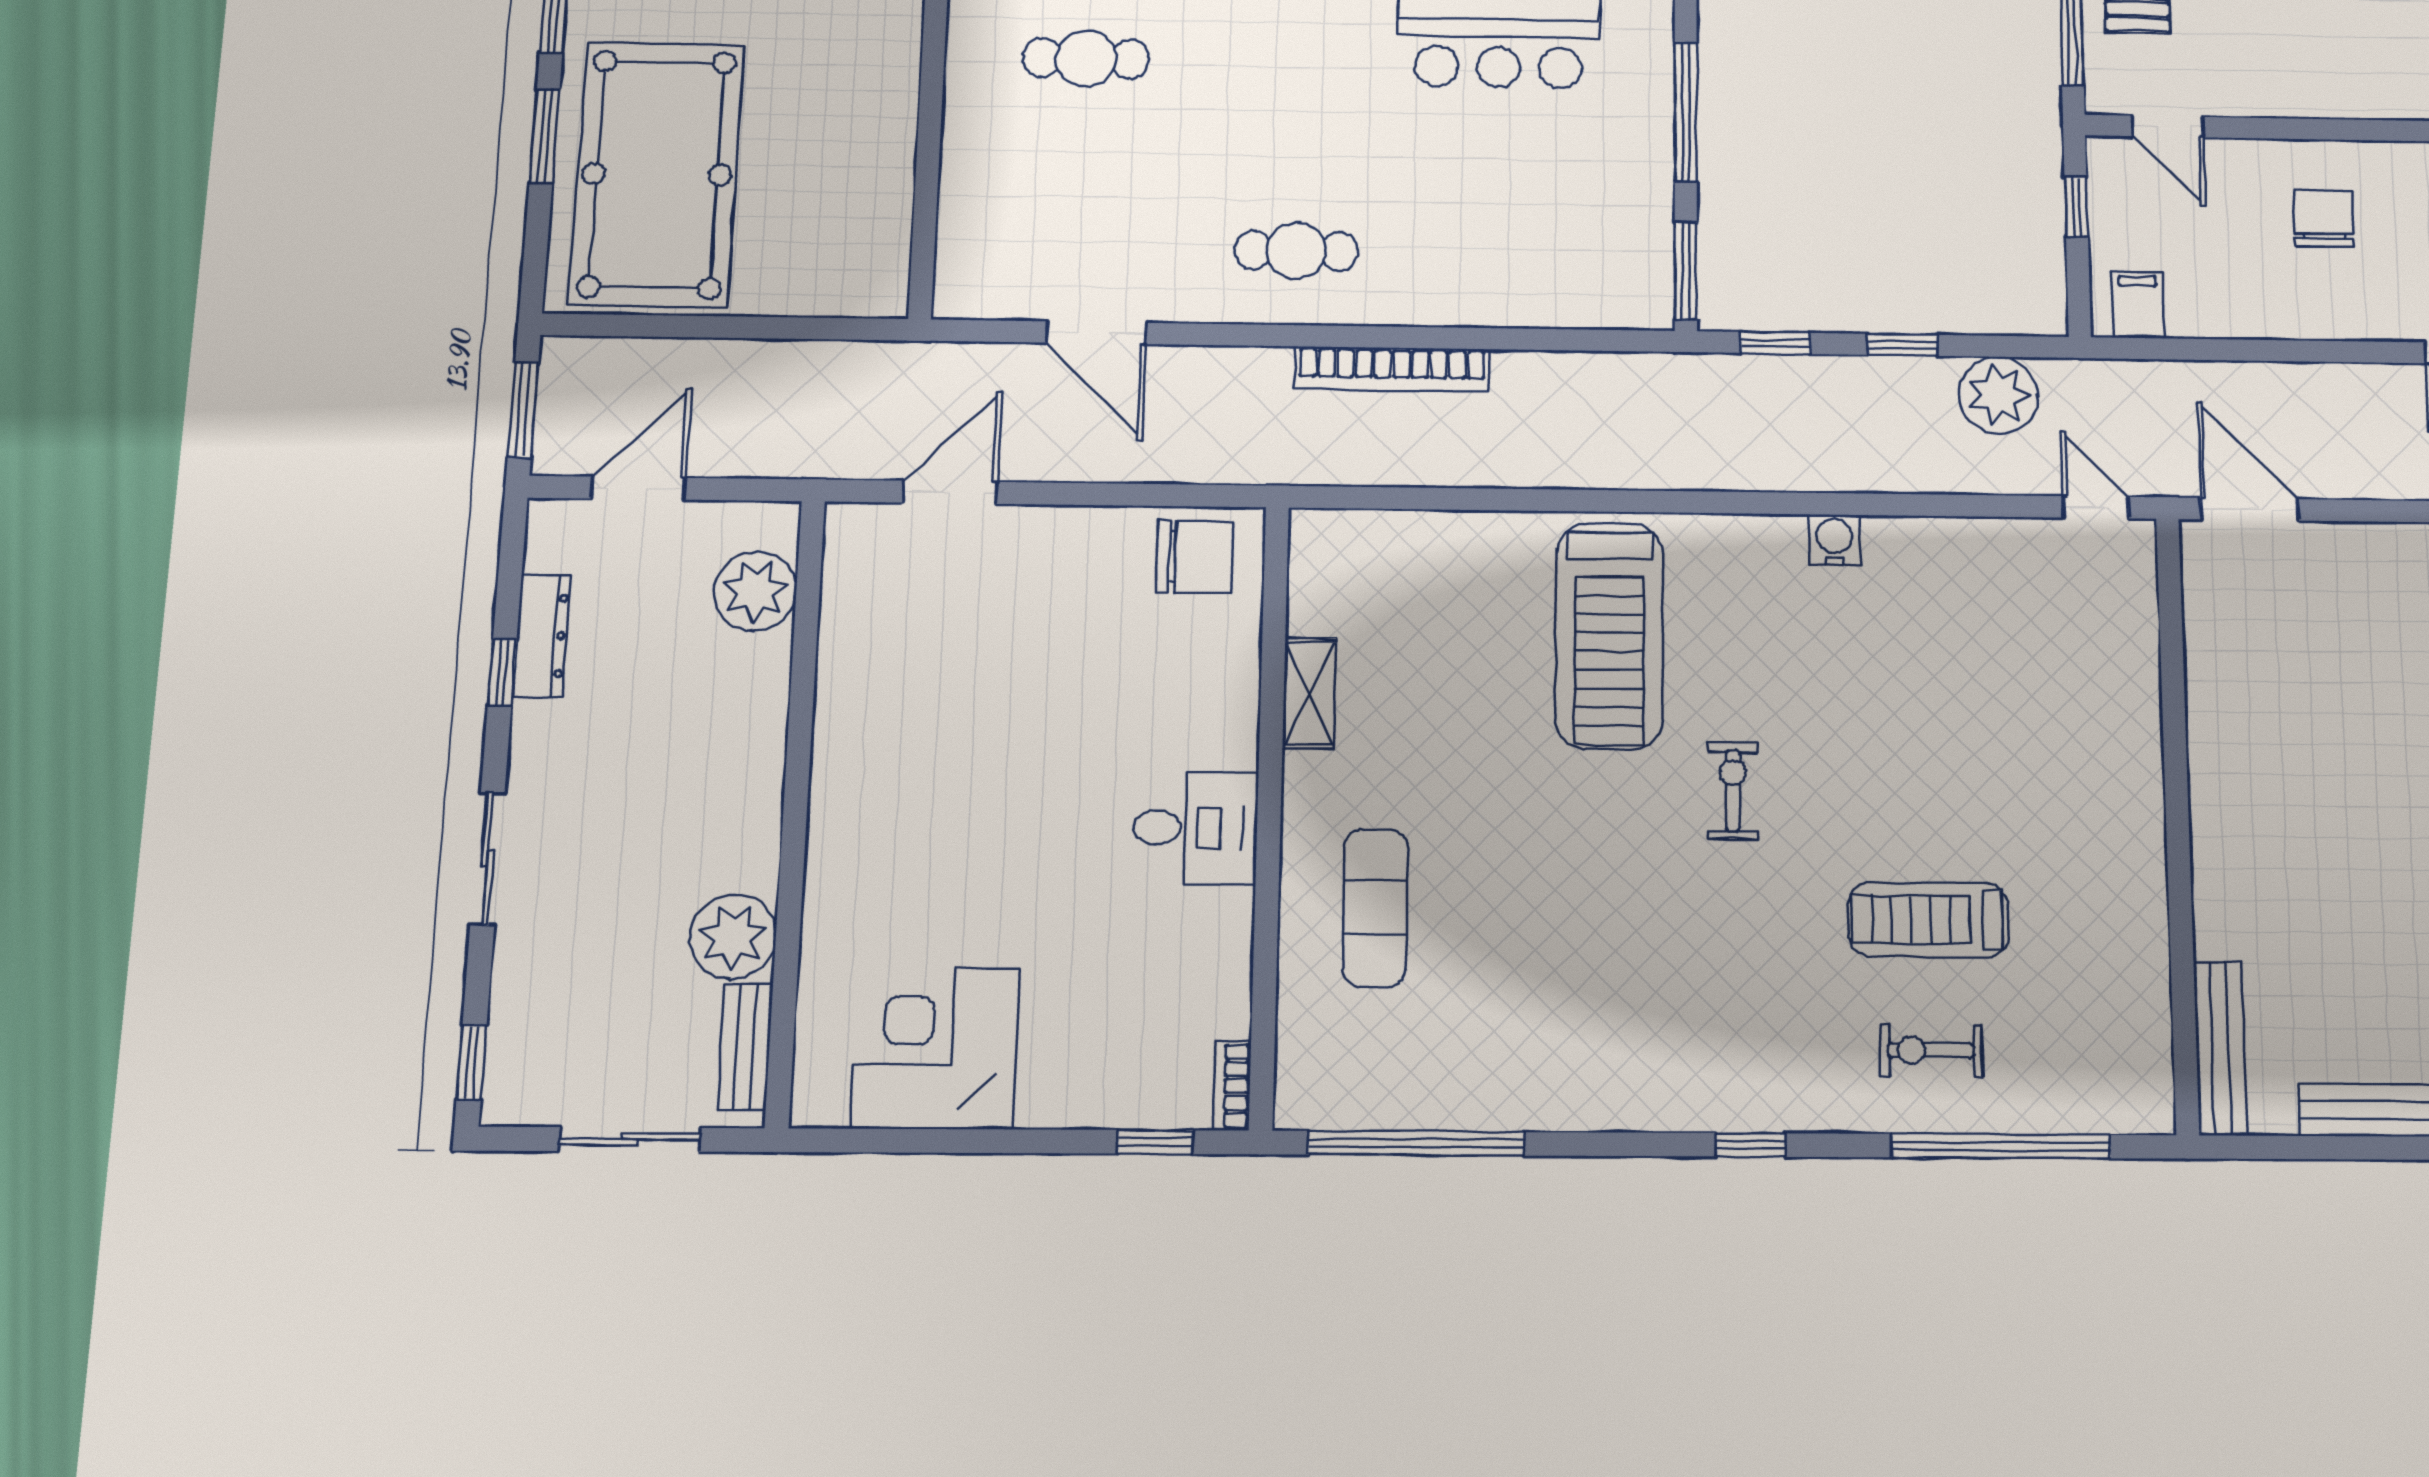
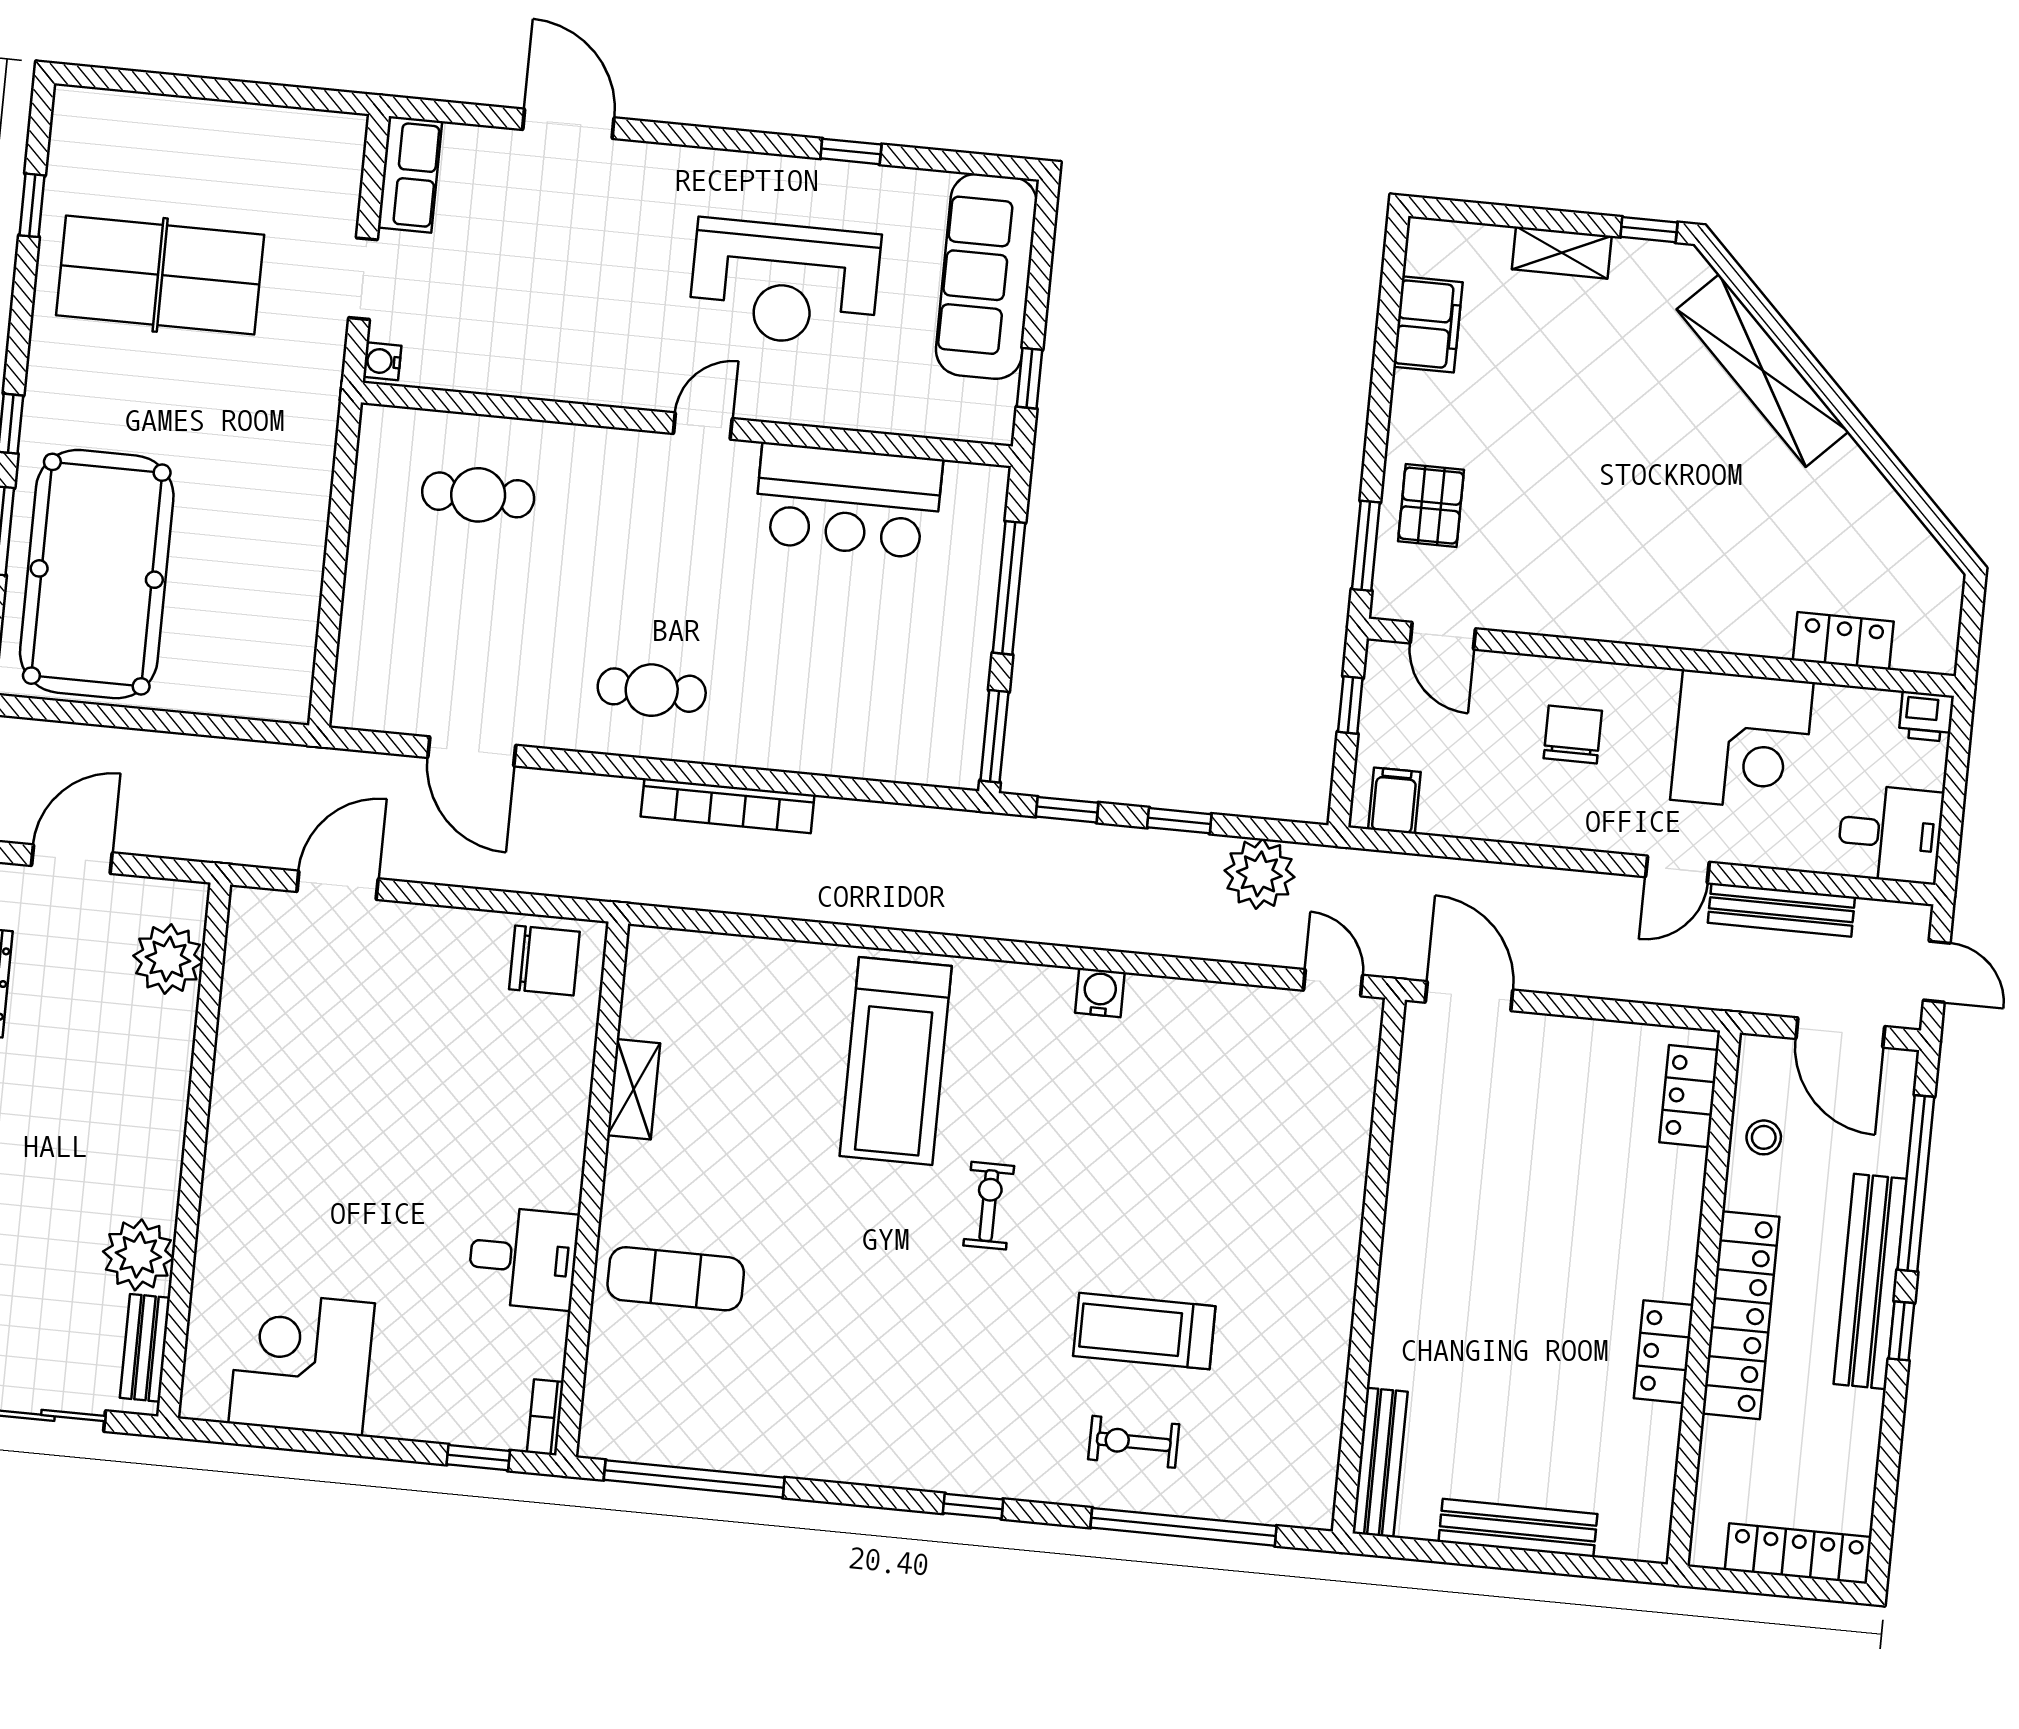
desk: (1195, 828) -> (523, 1258), moved
exercise mat: (1375, 908) -> (676, 1279), turned 90

